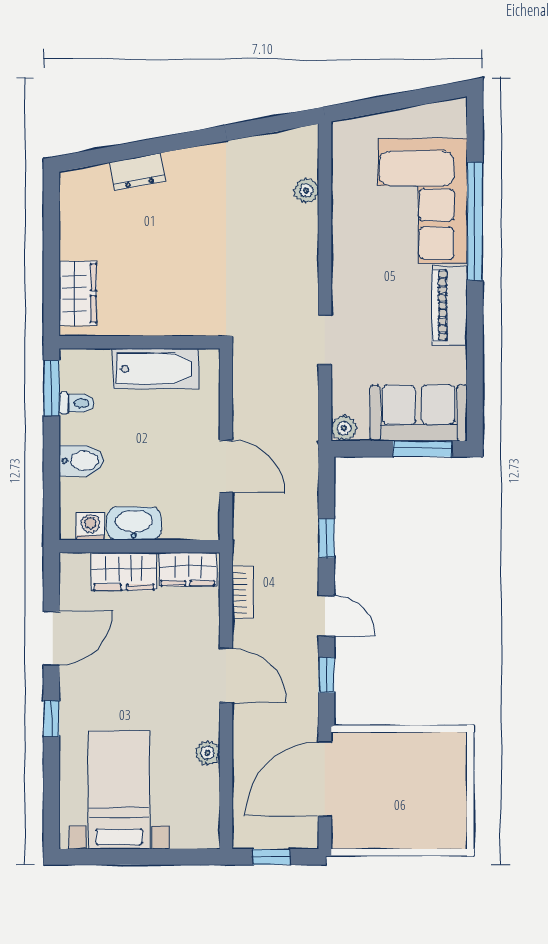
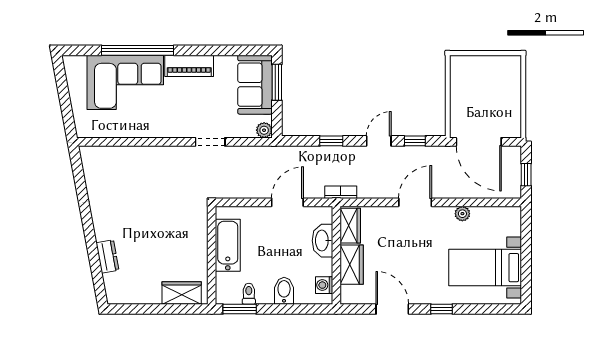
plant: (306, 190) -> (119, 153), removed
washbasin: (134, 524) -> (322, 241), moved
bookcase: (243, 592) -> (341, 192), moved

